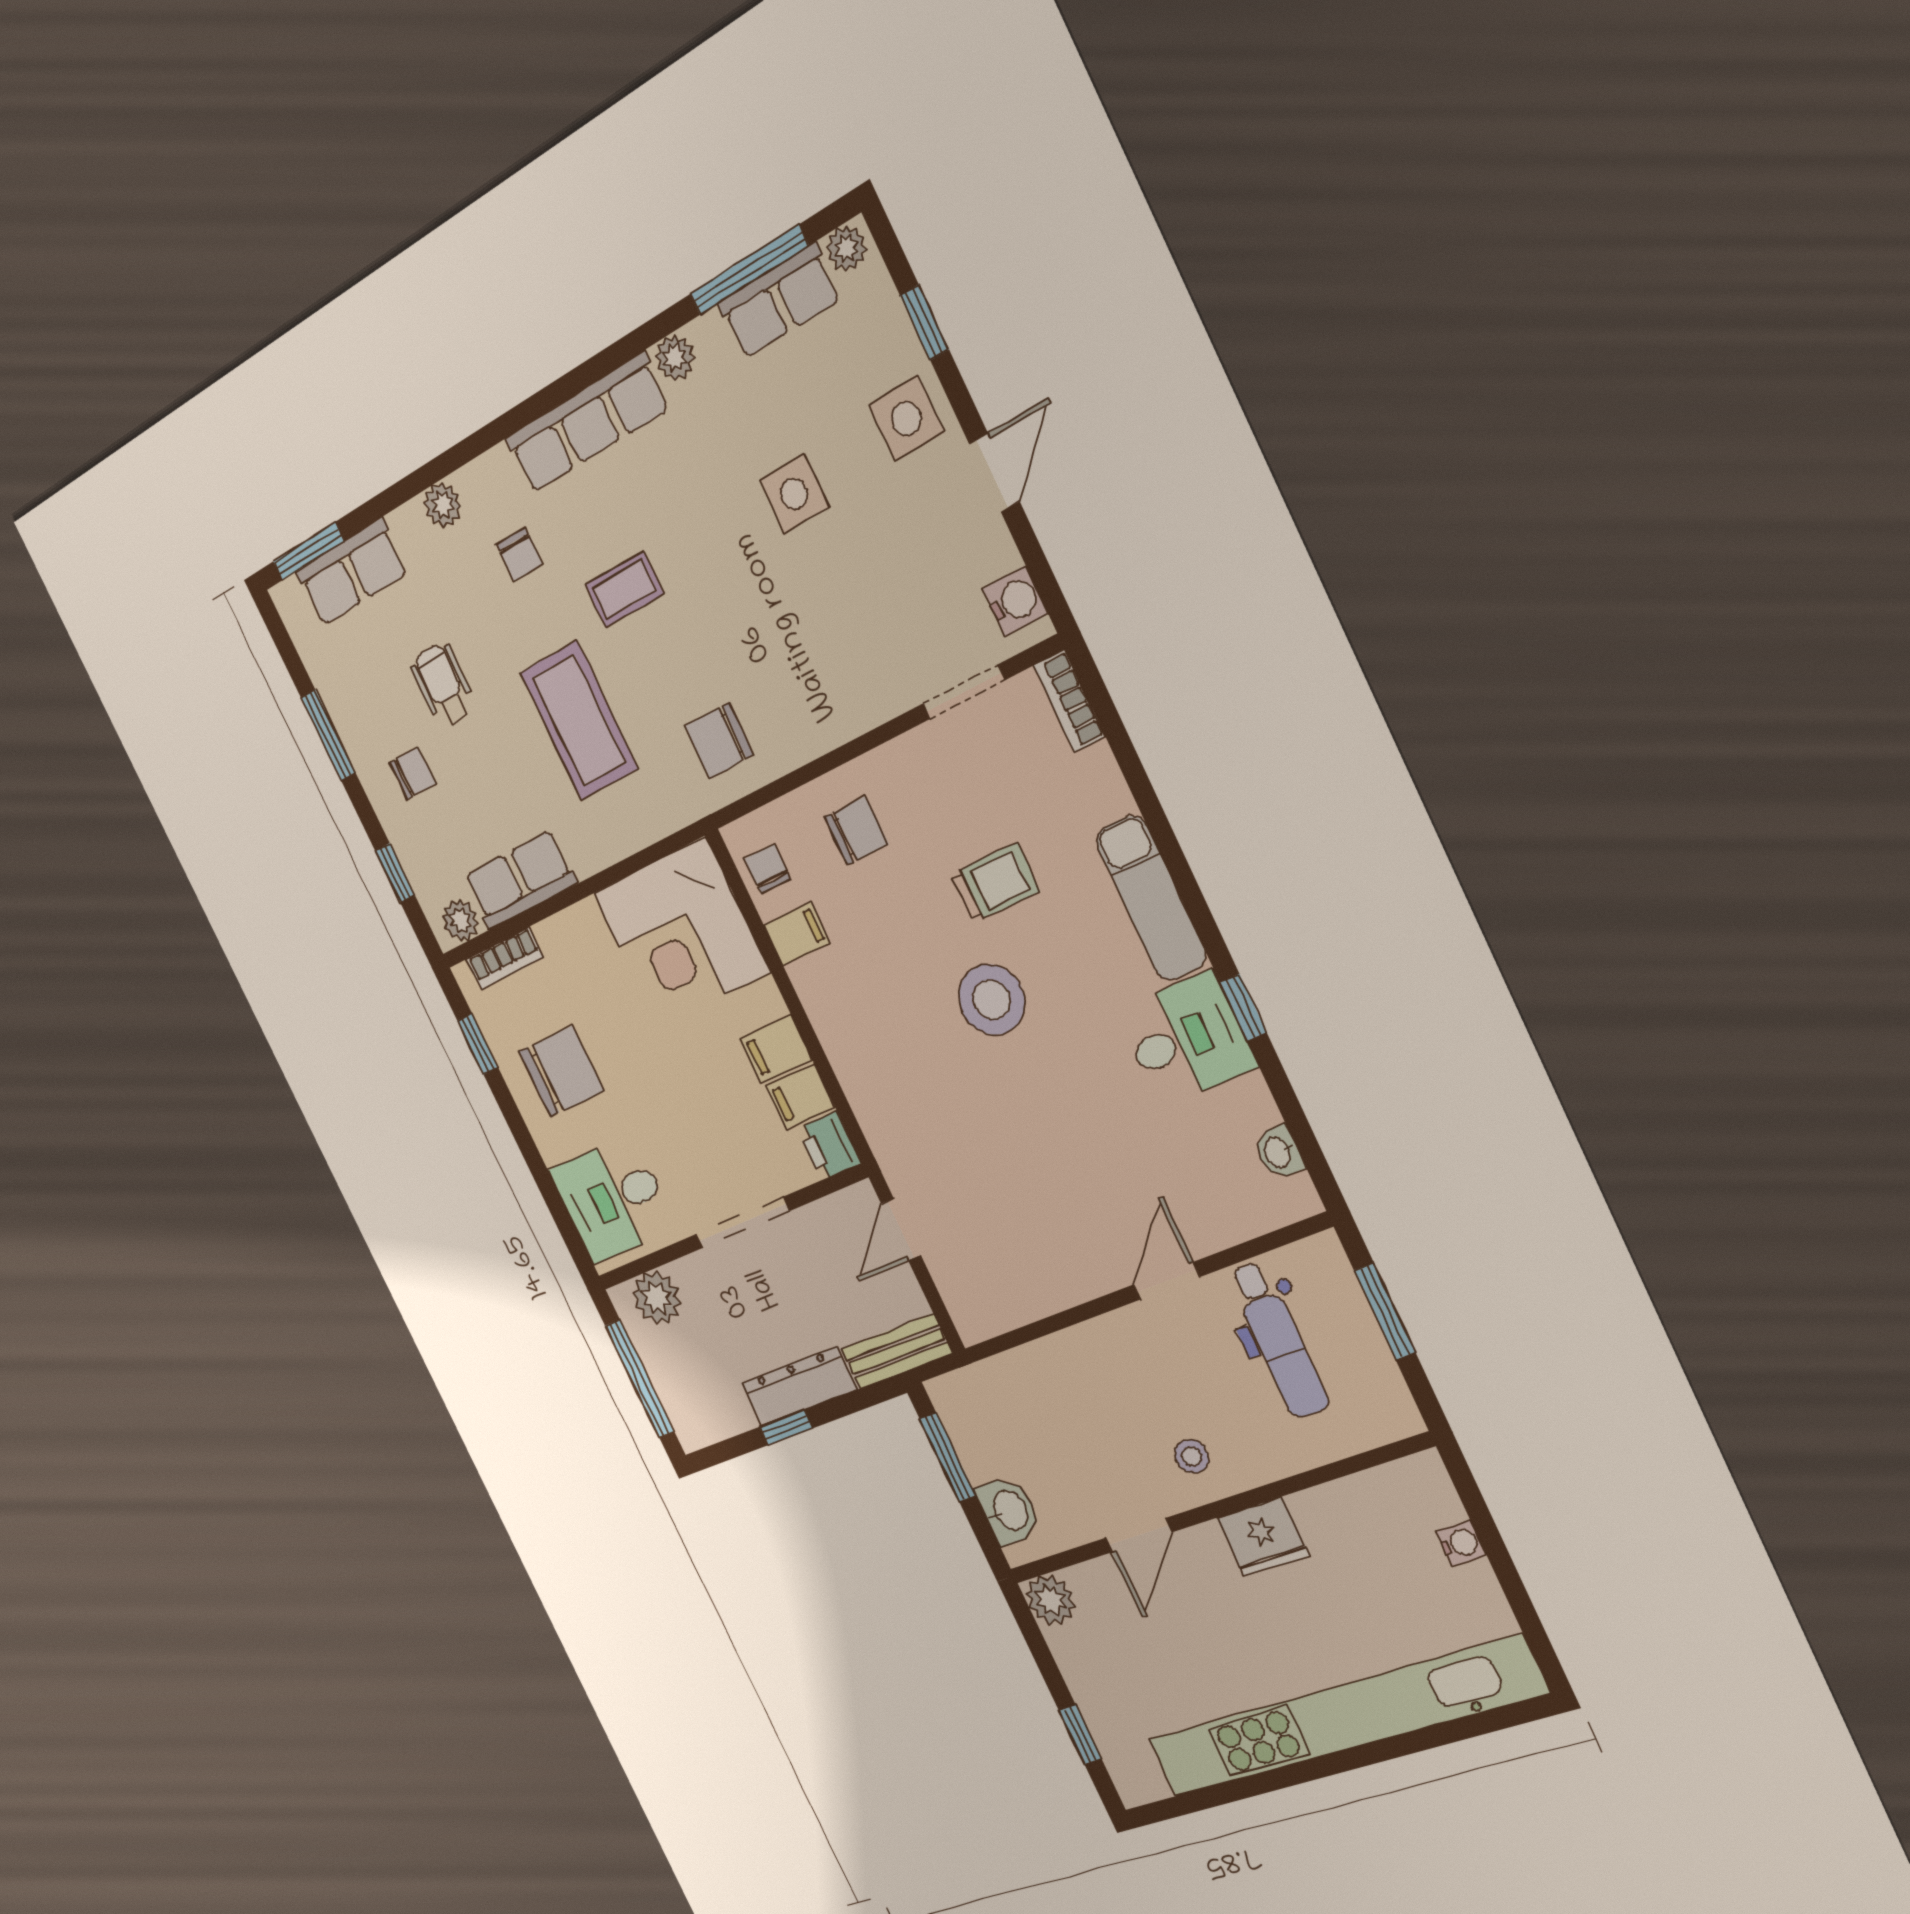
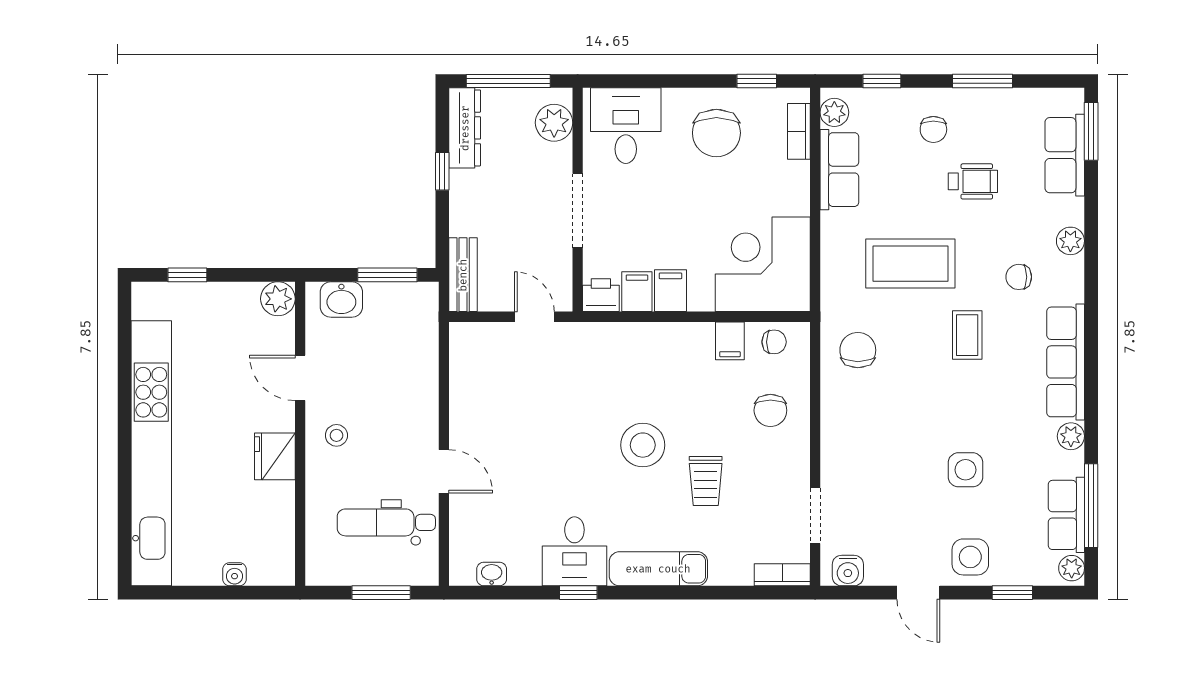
dresser: (799, 1386) -> (465, 128), moved

